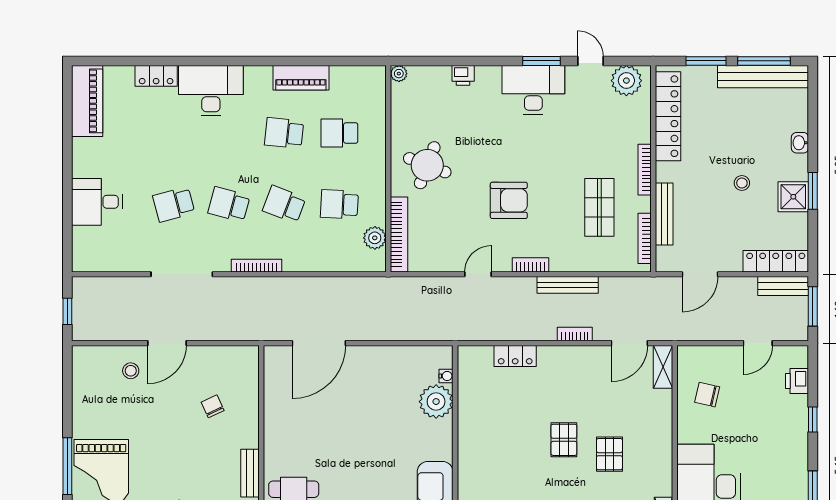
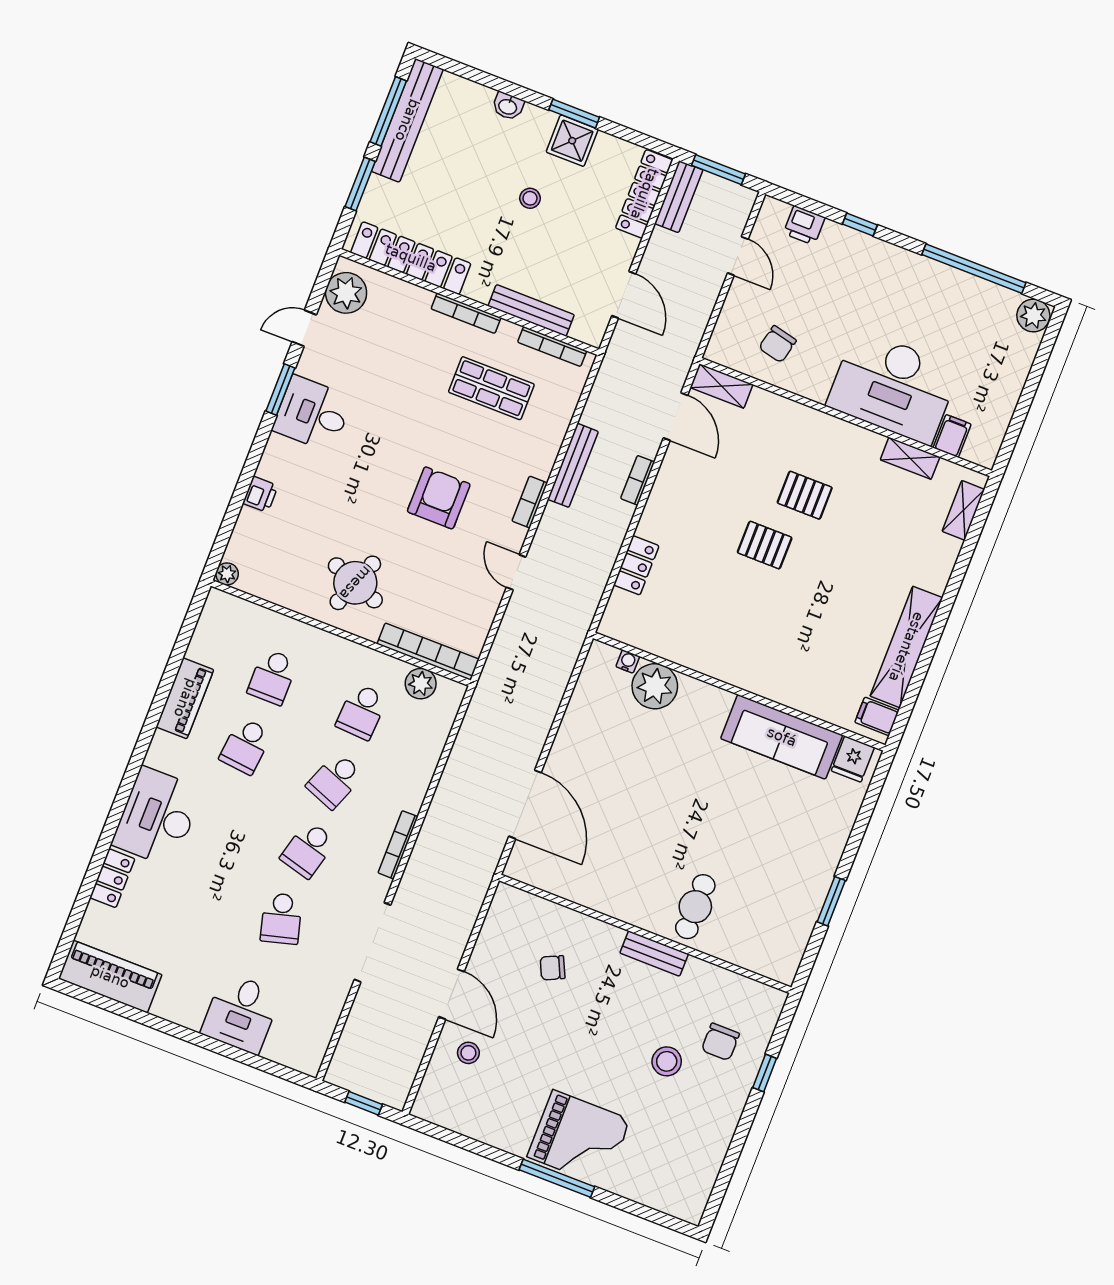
desk: (533, 90) -> (313, 414), width x0.73

